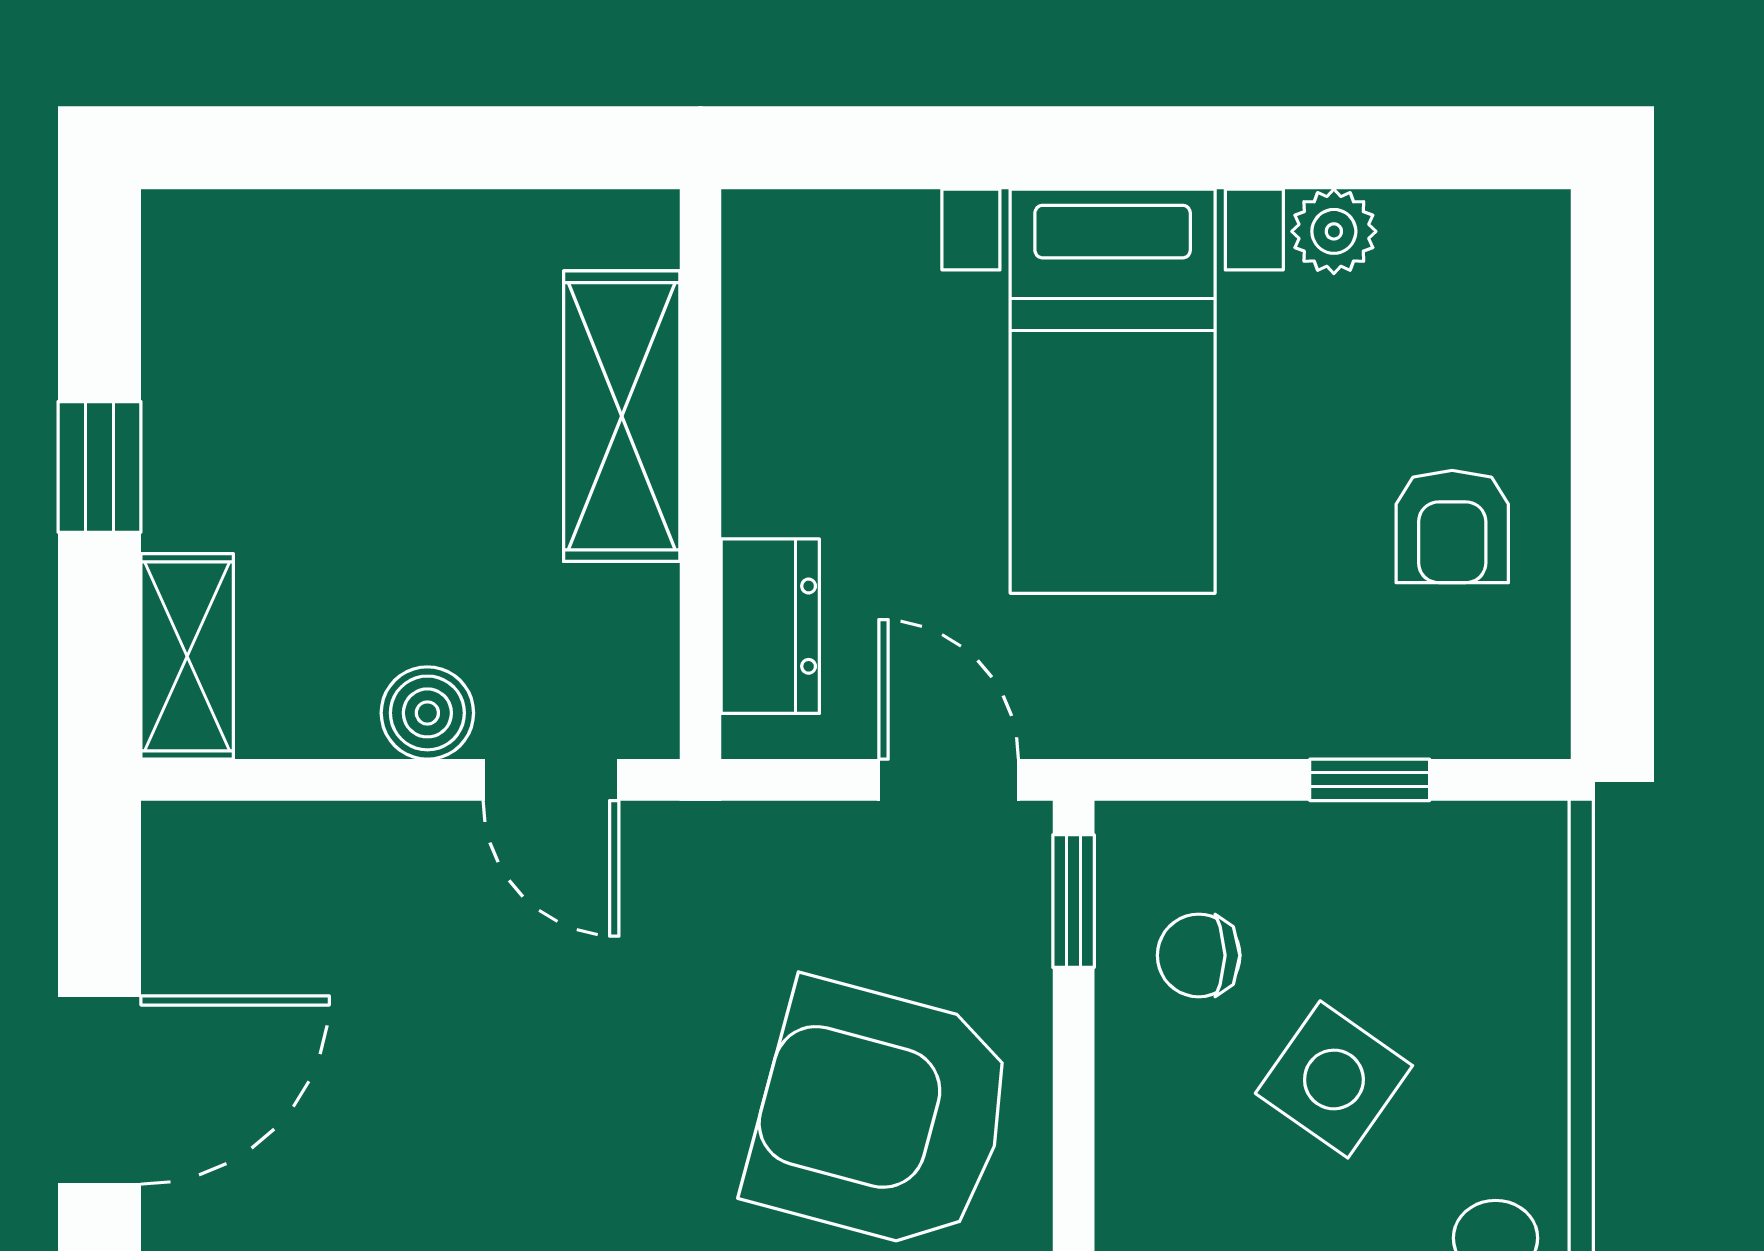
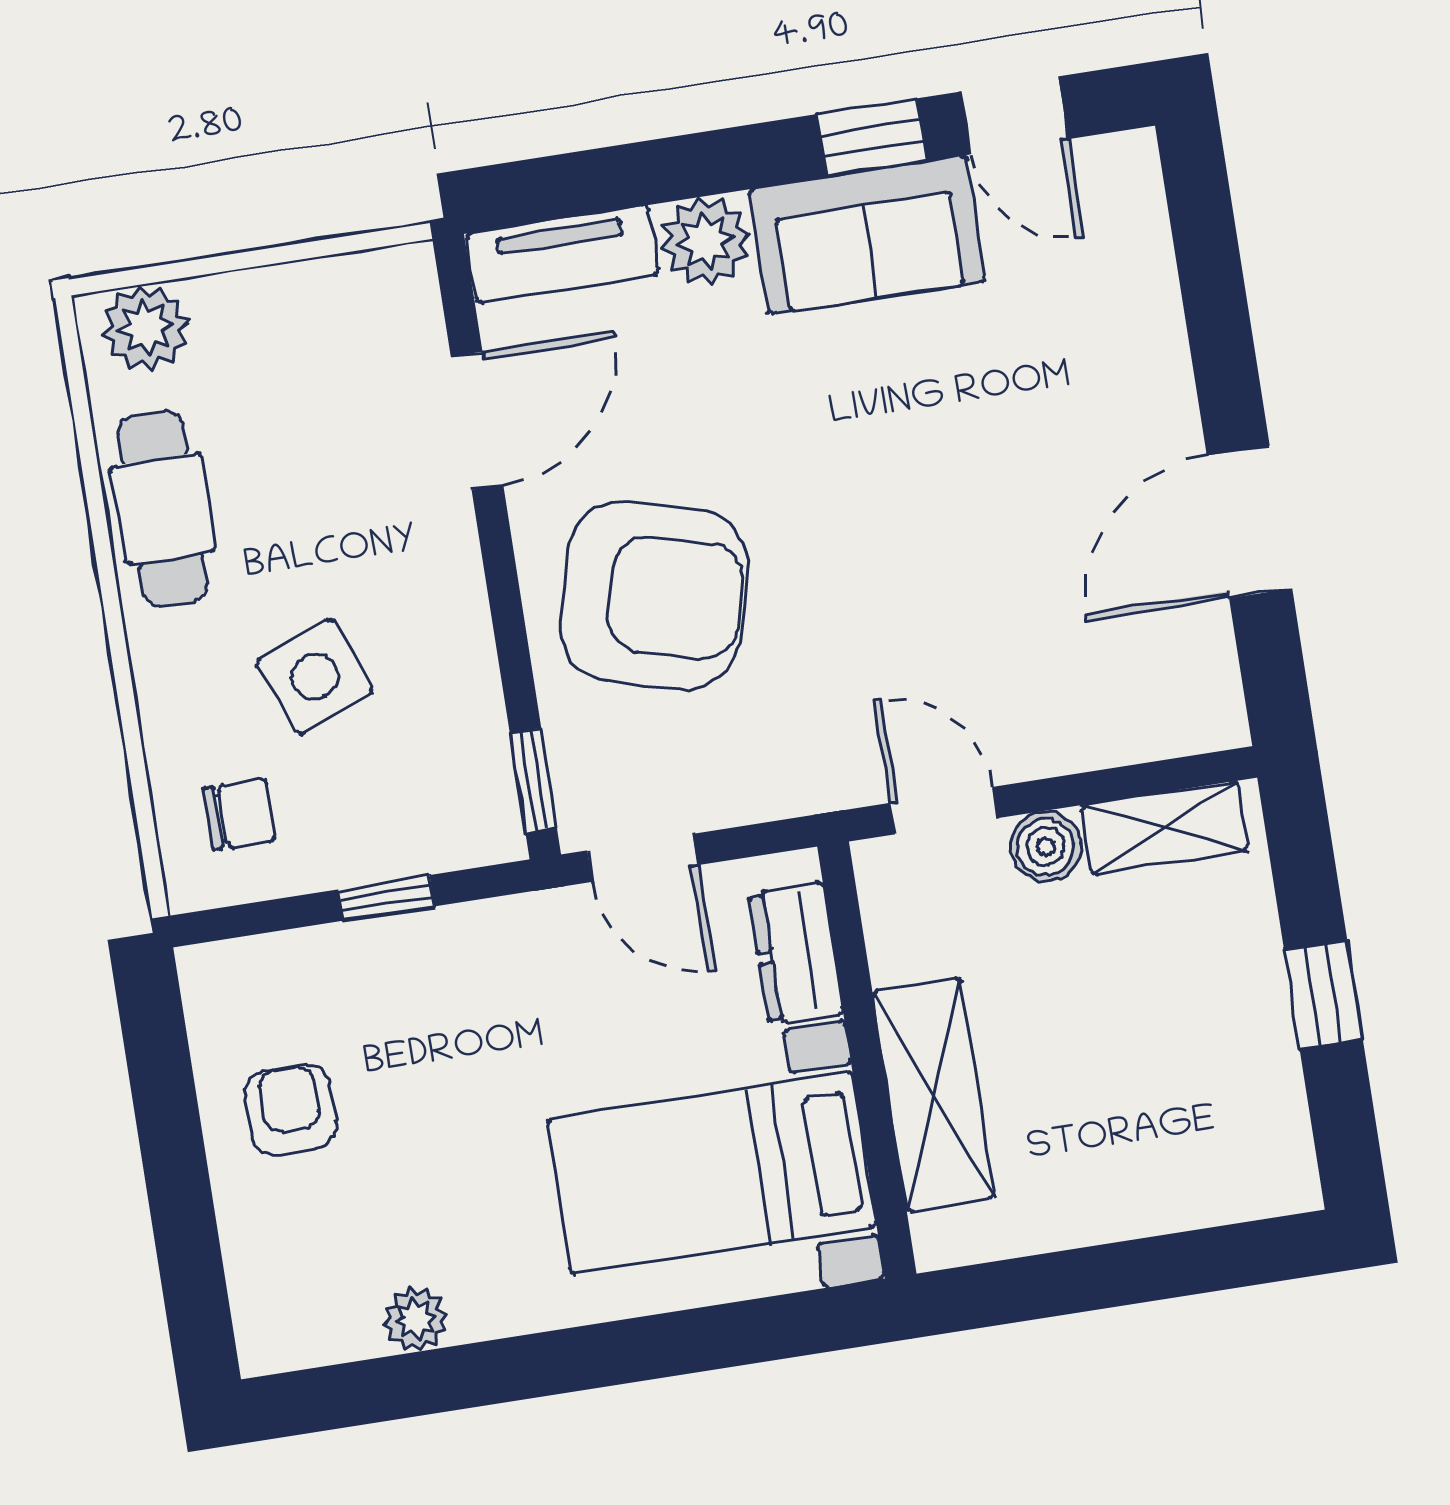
bed with nightstands: (1113, 391) -> (712, 1173), moved, turned -90
shelving: (187, 656) -> (1165, 828), moved, turned 90
window: (1370, 780) -> (386, 898), moved
chair: (1199, 955) -> (239, 814), moved
side table: (1334, 1079) -> (315, 676), turned 33

